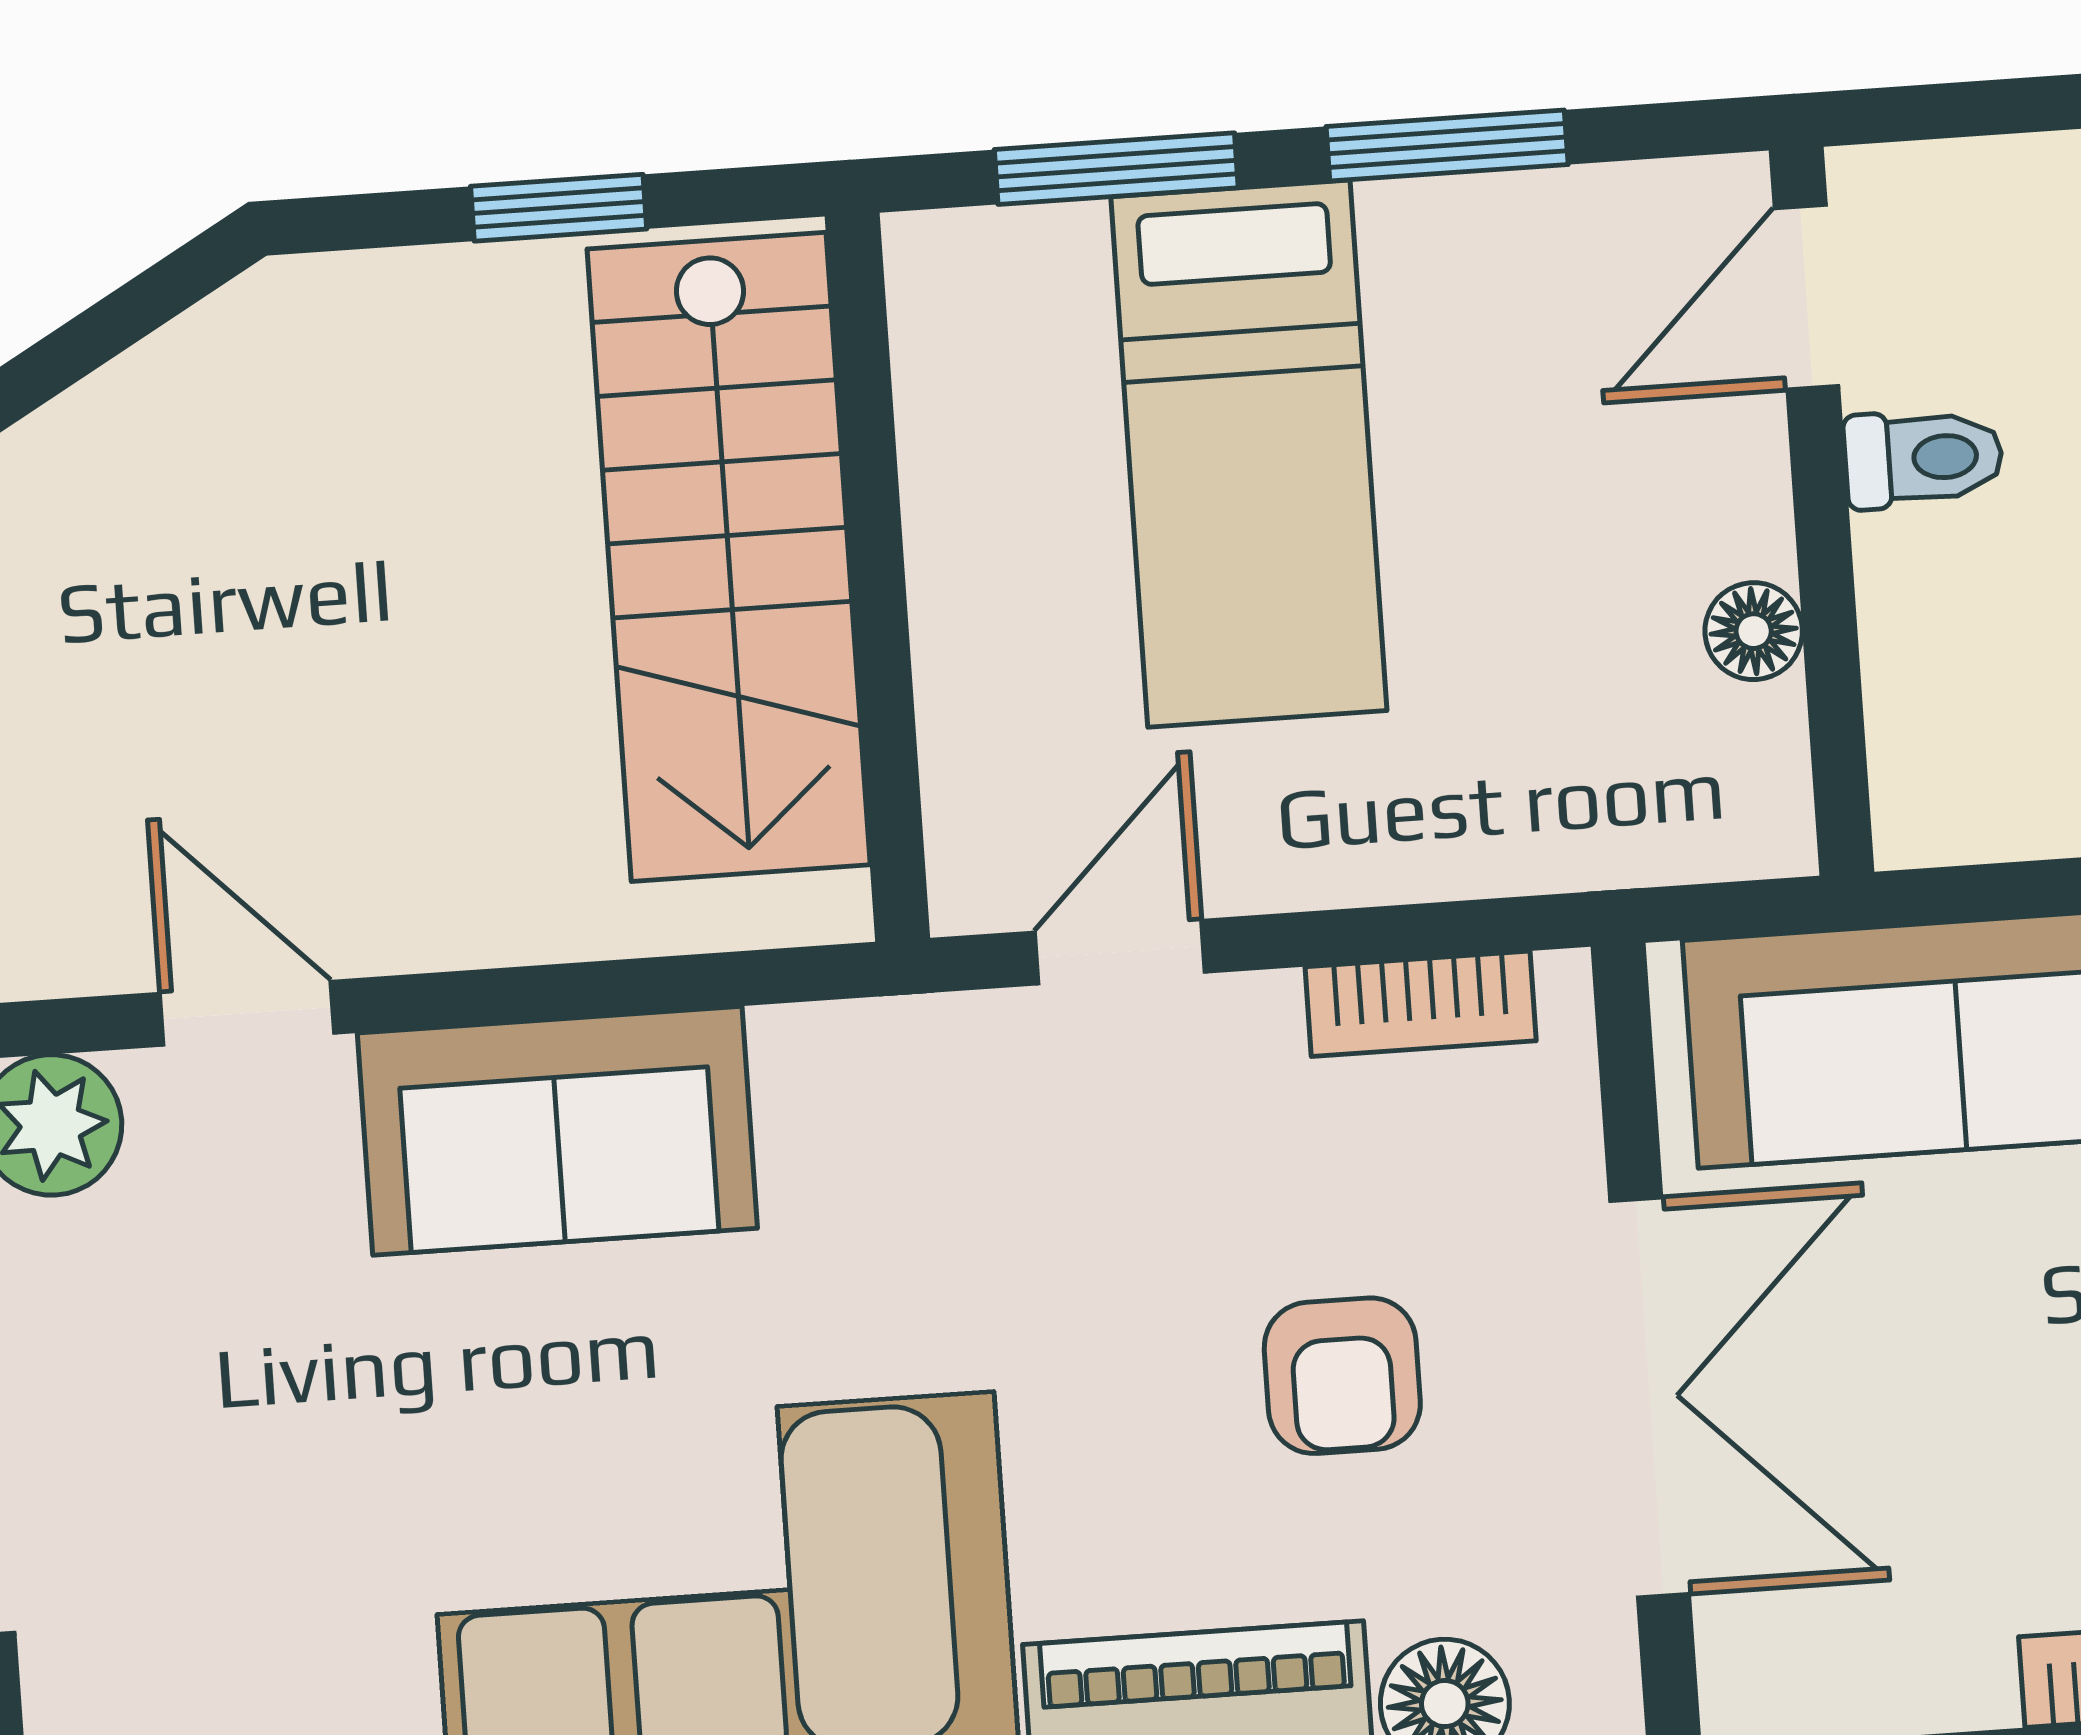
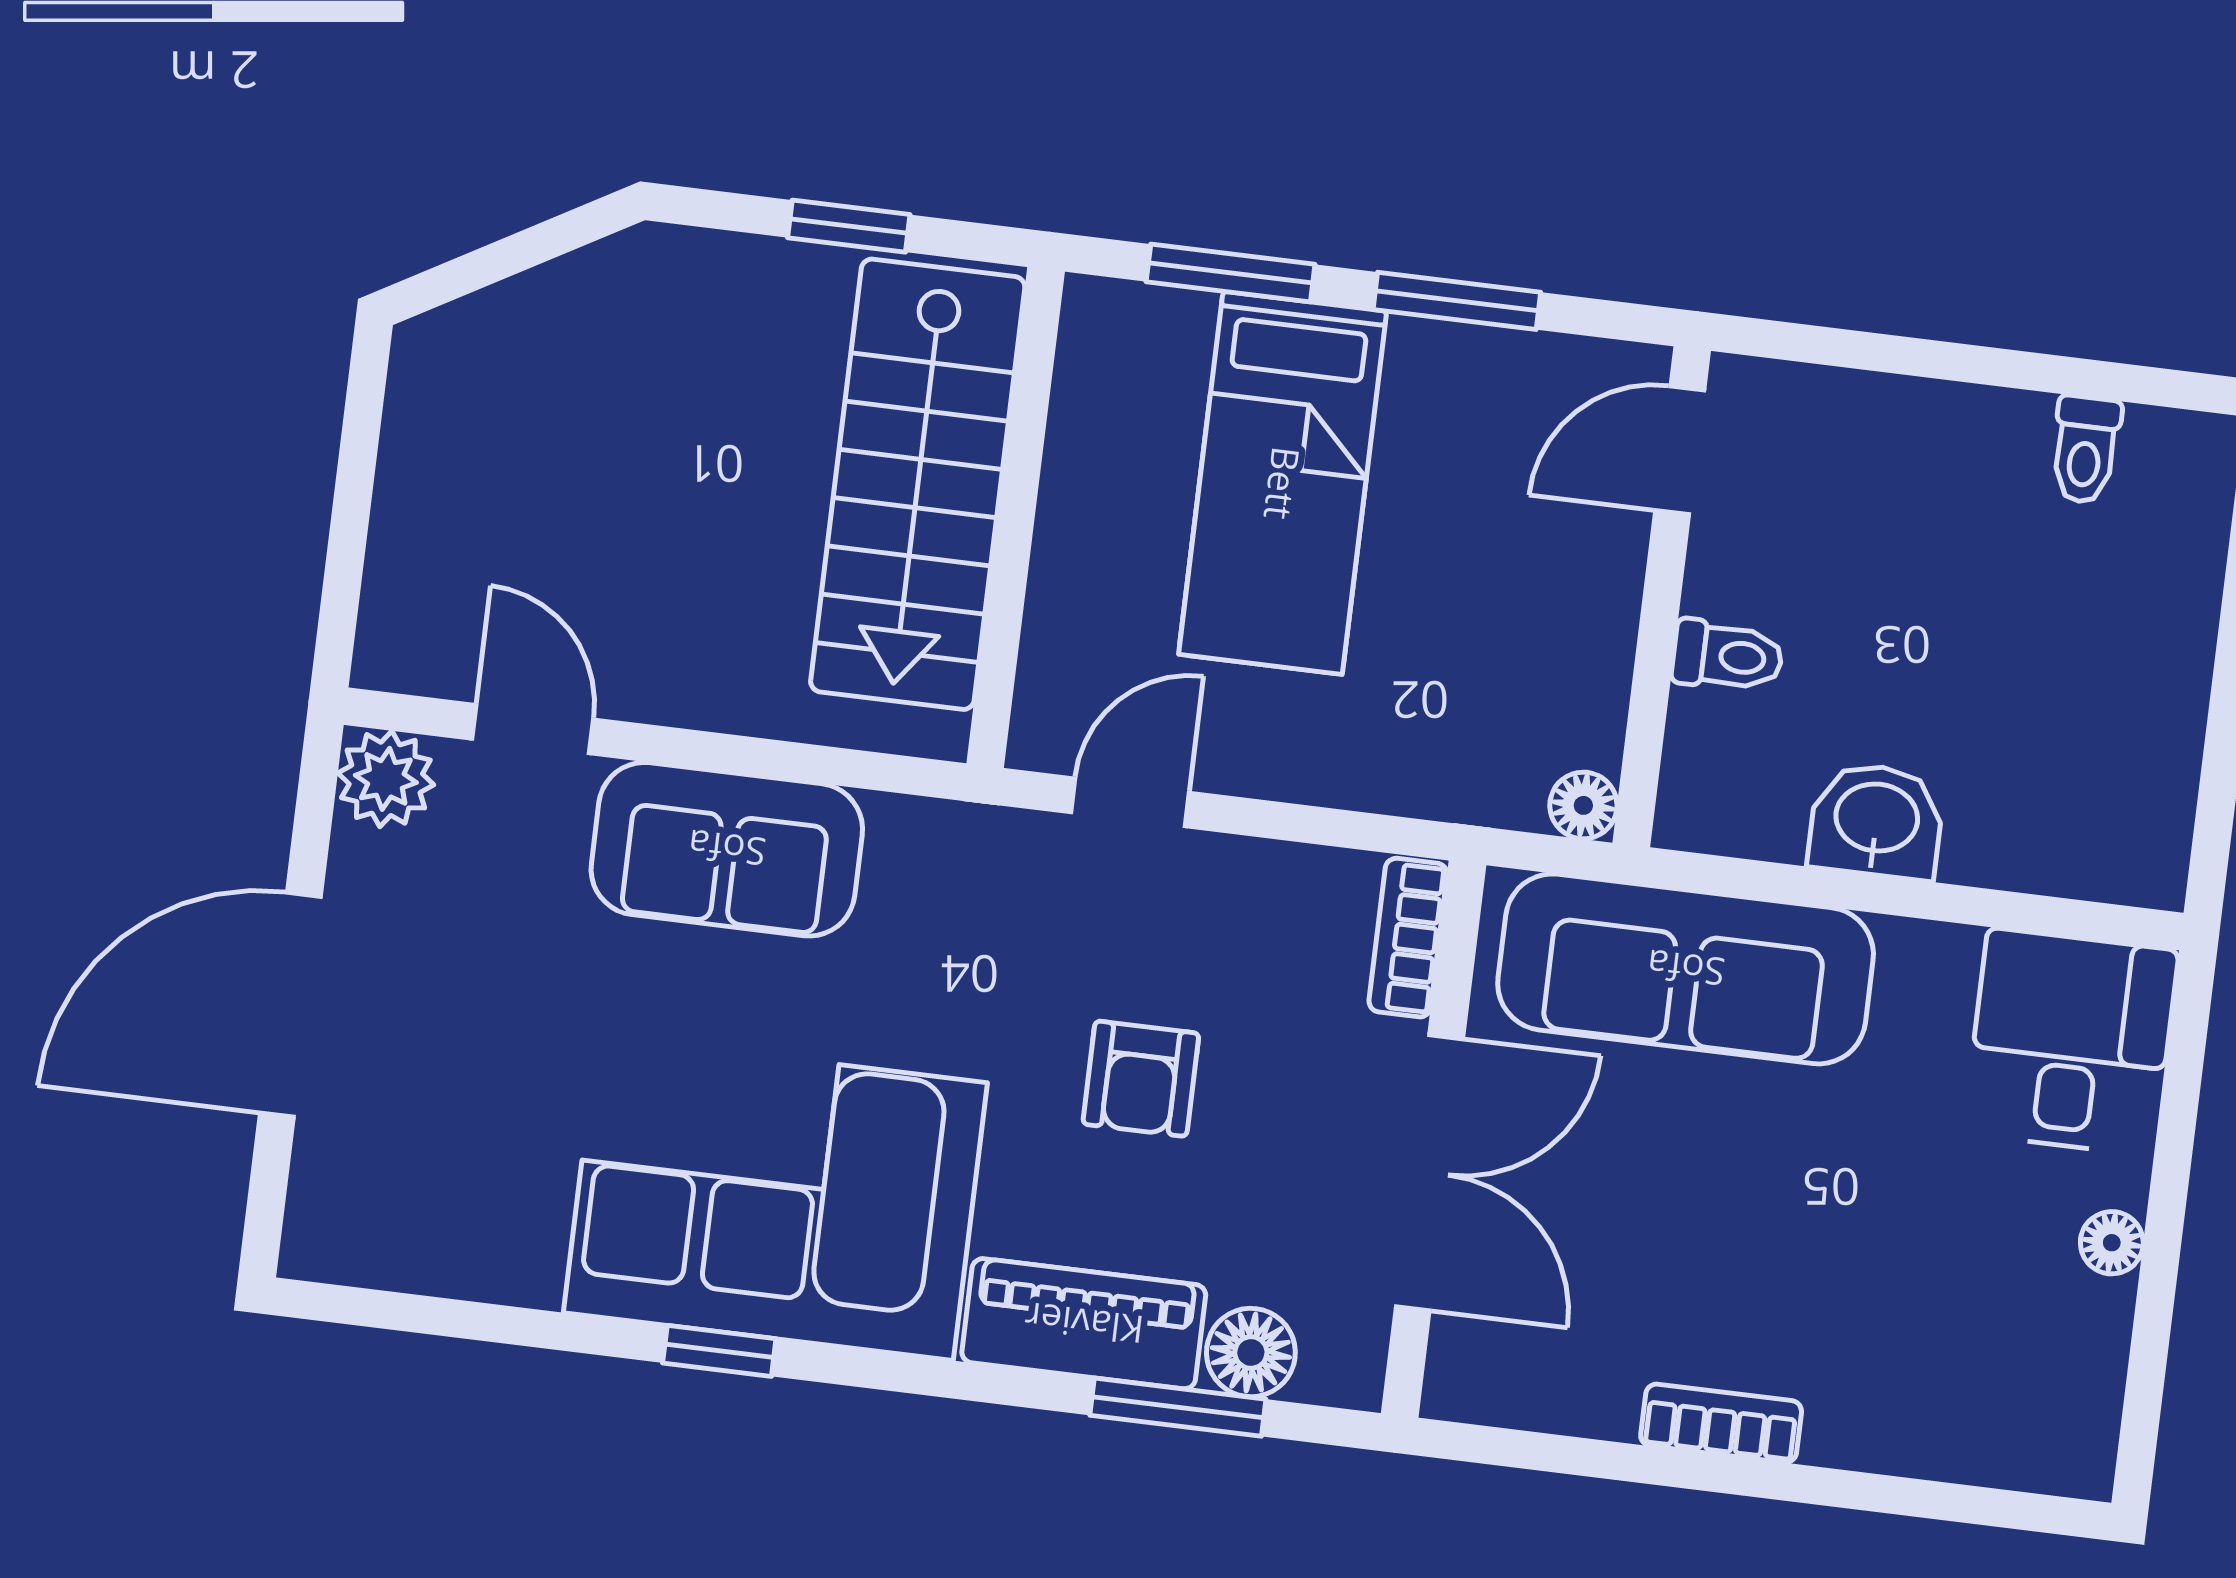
toilet: (1923, 458) -> (1727, 656), moved
floor lamp: (1754, 631) -> (1583, 805), moved
bookcase: (1421, 1004) -> (1408, 938), moved, turned 90
armchair: (1342, 1376) -> (1141, 1079), moved

